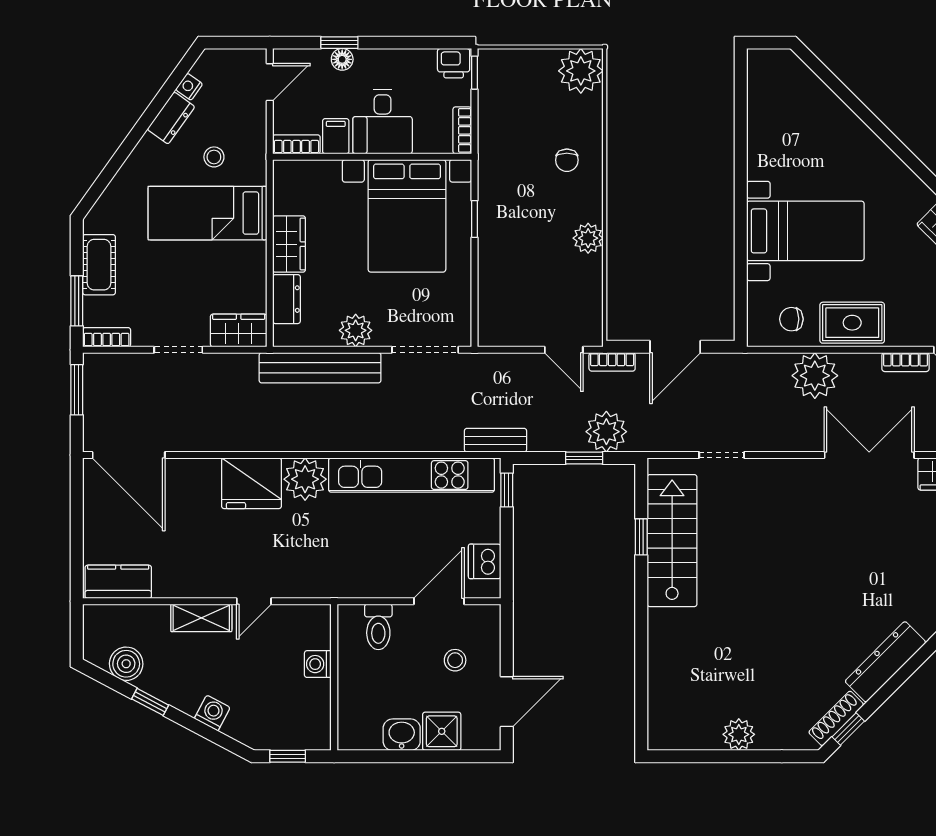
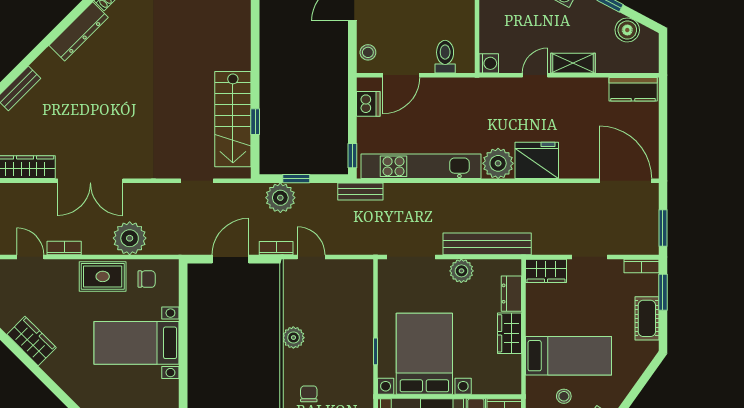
stool: (455, 660) -> (368, 52), moved
washing machine: (318, 664) -> (489, 63), moved

